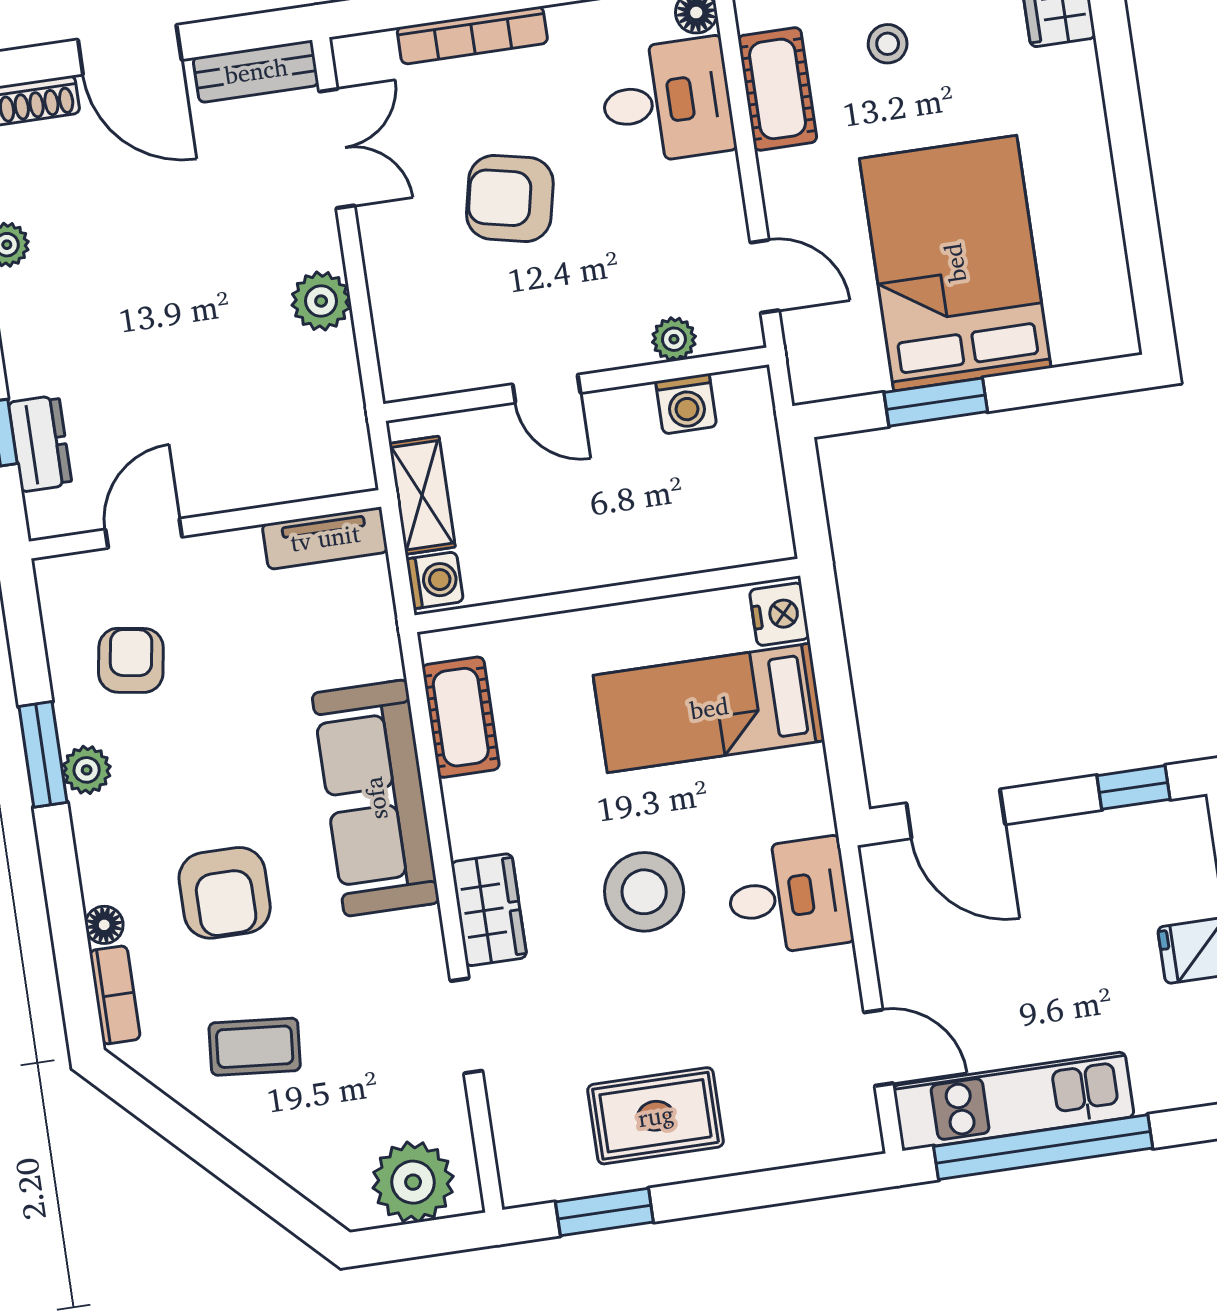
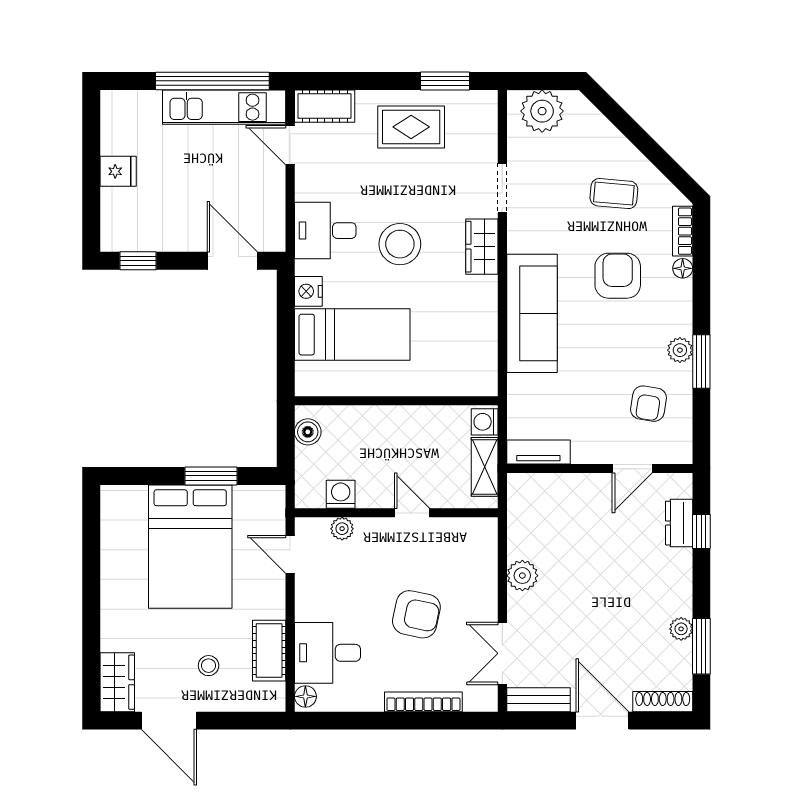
boiler: (766, 512) -> (308, 432), added
nightstand: (779, 614) -> (308, 291), moved
cot: (461, 717) -> (325, 106), moved, turned 90

